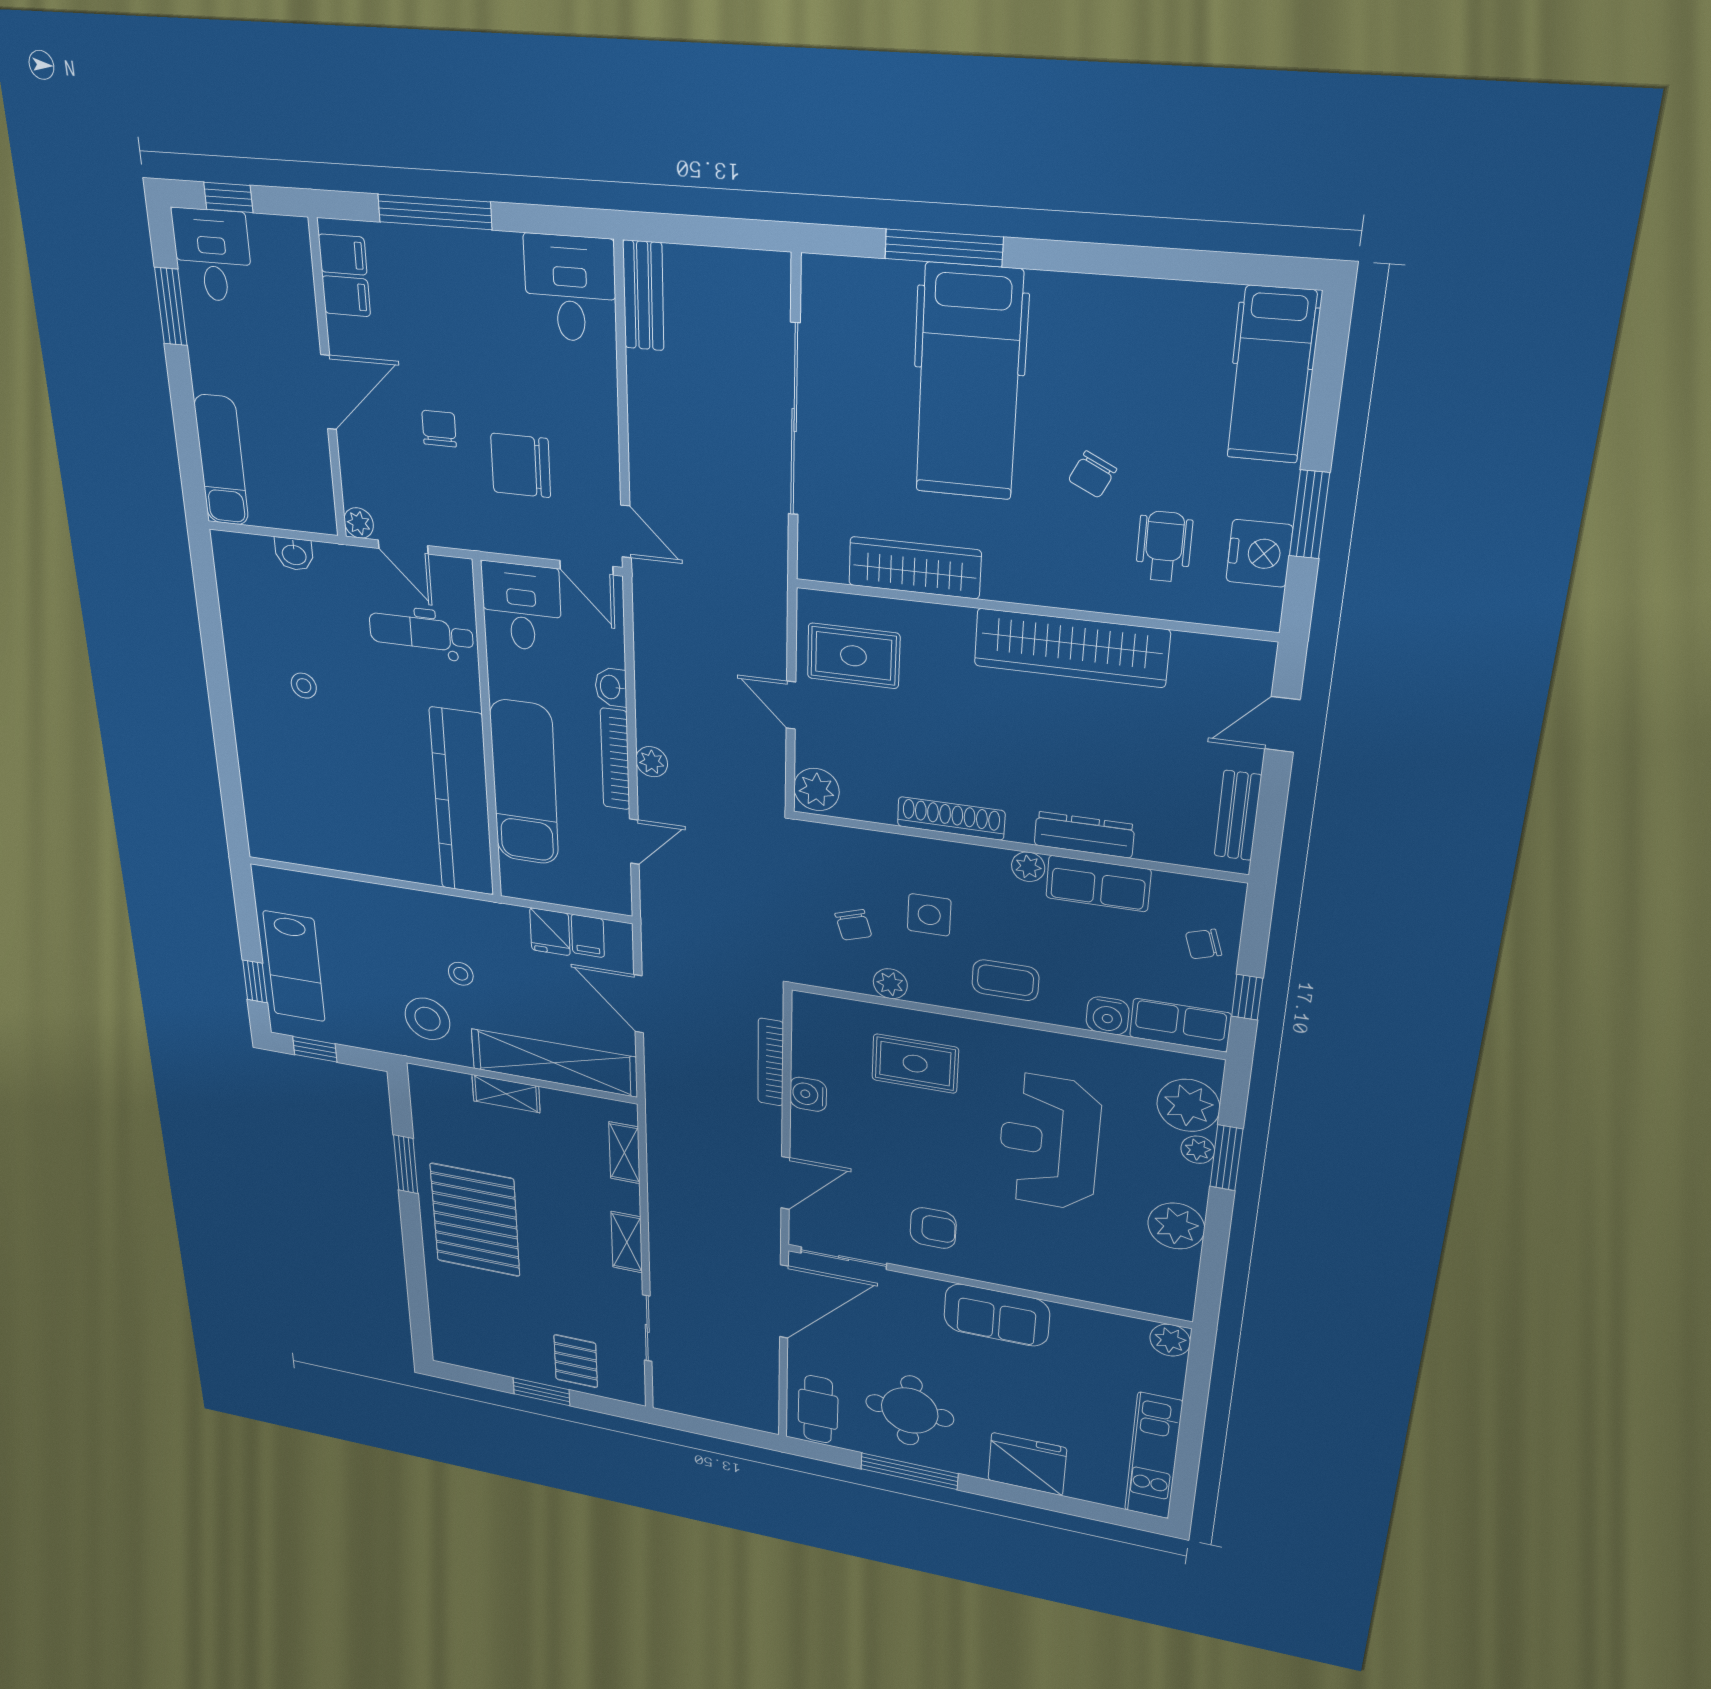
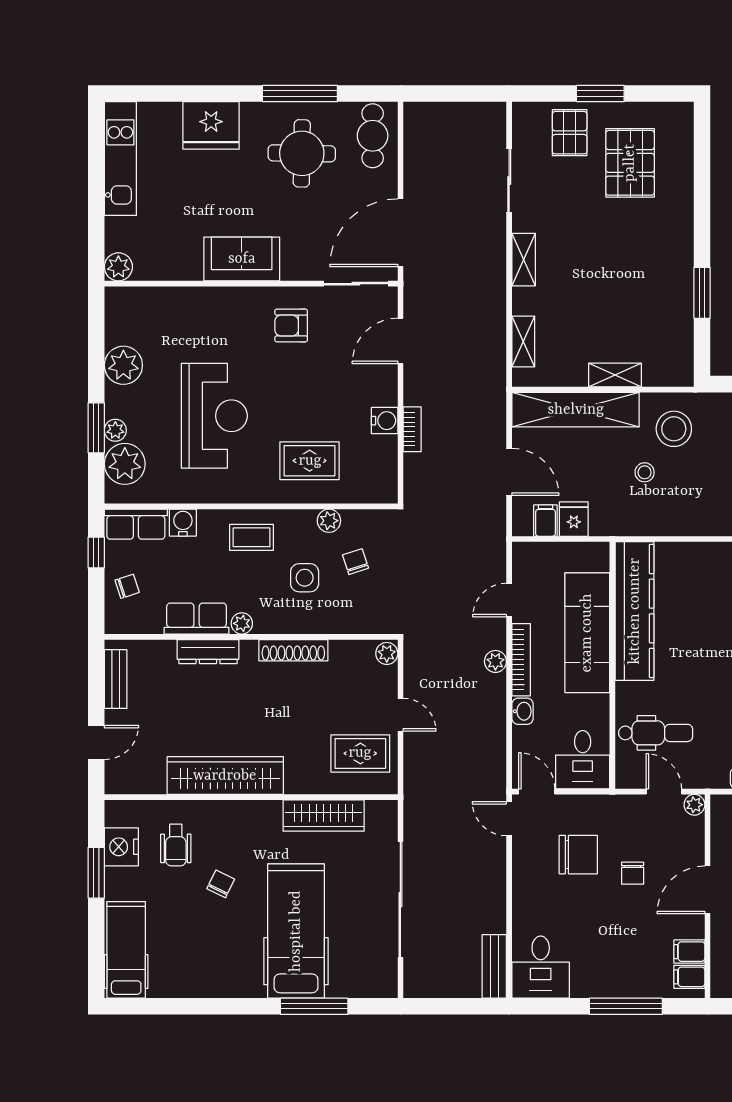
plant: (816, 790) -> (387, 653), width x0.73, depth x0.73
bookcase: (771, 1062) -> (412, 429), width x0.64
pallet: (475, 1220) -> (630, 163), moved, width x0.73, depth x0.71

